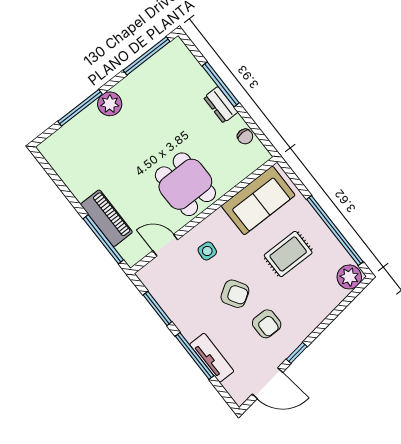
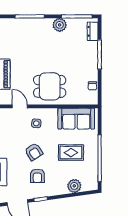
plant: (110, 104) -> (60, 25), moved
dresser: (221, 105) -> (93, 31), moved
dining table: (185, 184) -> (50, 86), turned 90
plant: (349, 277) -> (74, 186), moved

